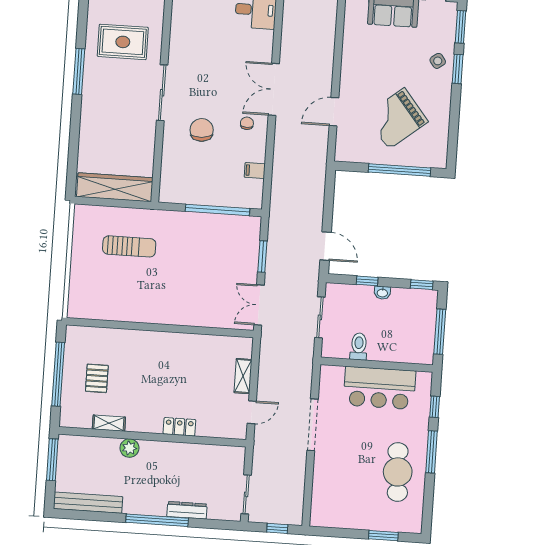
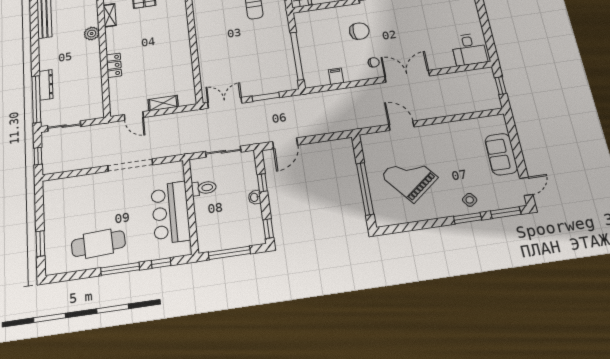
window: (157, 520) -> (36, 99), moved

